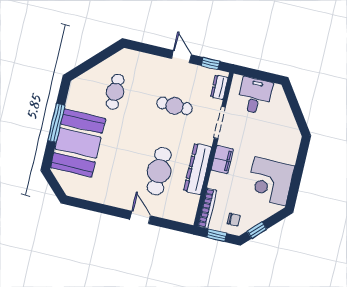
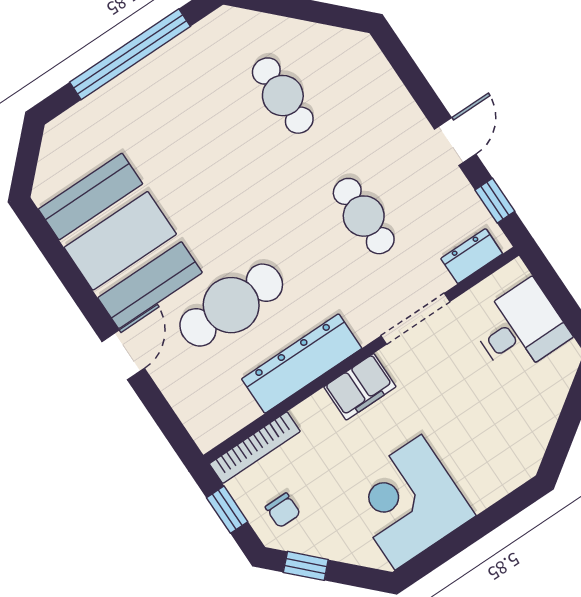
cafe table: (115, 92) -> (283, 96), turned 90
window: (56, 123) -> (130, 54), width x1.46
booth: (78, 143) -> (120, 241), moved, turned 90

